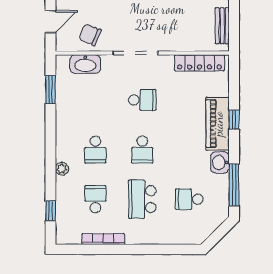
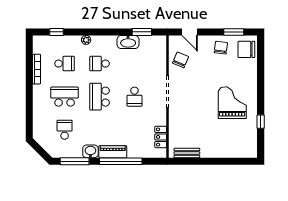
locker: (199, 63) -> (161, 137), width x0.66
washbasin: (85, 64) -> (128, 42), moved, turned -90
window: (234, 120) -> (121, 161), width x3.17
piano: (218, 124) -> (113, 152), width x0.73, depth x0.75
school desk: (142, 150) -> (100, 97), width x1.85

